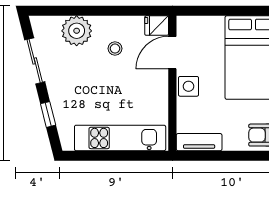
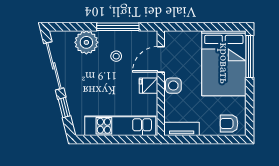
window: (117, 11) -> (118, 27), added
fridge: (157, 26) -> (149, 86), moved
sliding door: (35, 61) -> (54, 66), width x1.37

